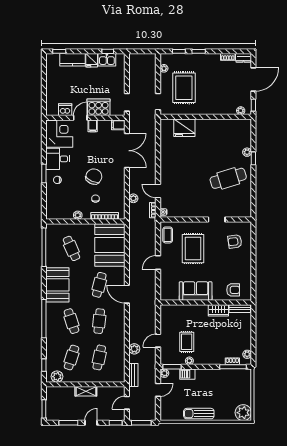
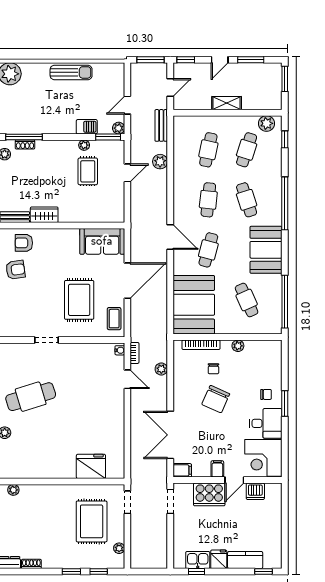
armchair: (235, 241) -> (15, 270), moved
door: (158, 263) -> (127, 281), width x1.87
sofa: (196, 291) -> (102, 241), moved

